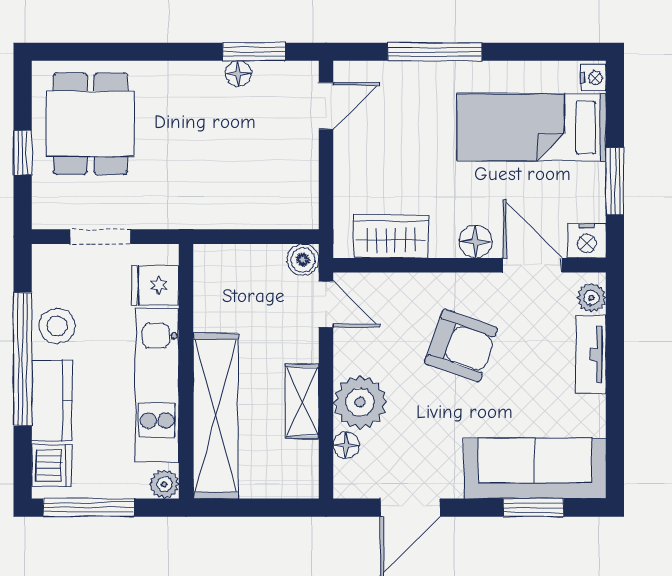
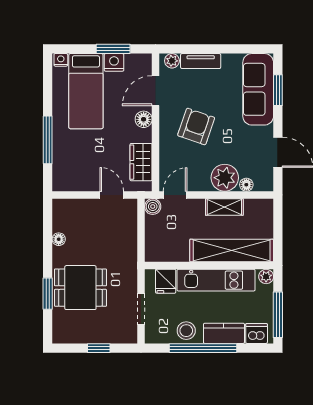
window: (254, 52) -> (48, 294), moved
door: (326, 106) -> (112, 195), moved
dining table: (90, 124) -> (80, 288), moved
nightstand: (587, 240) -> (114, 62), moved, turned -90

